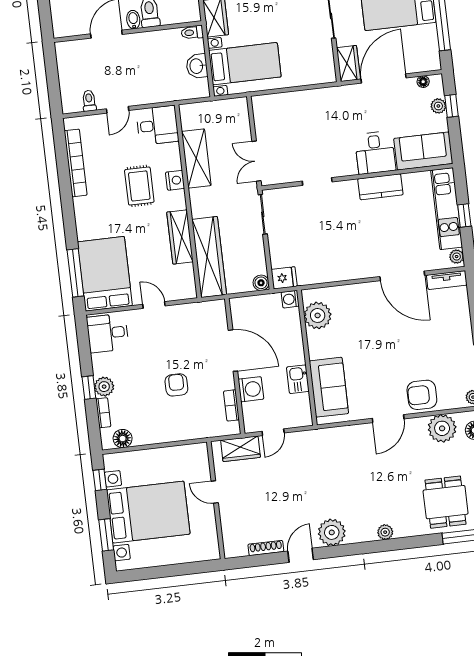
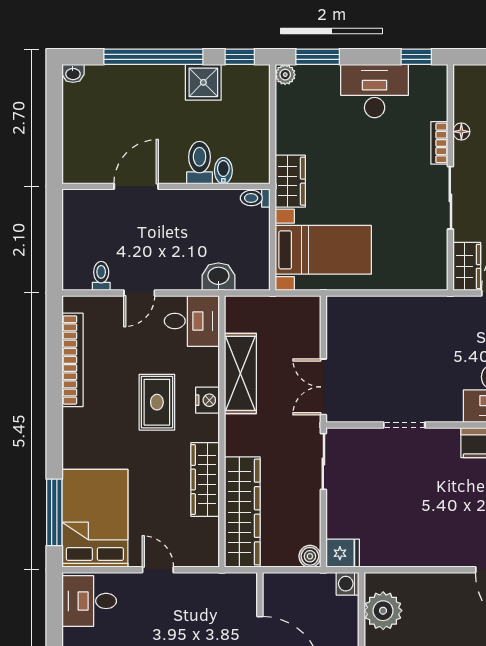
bidet: (133, 20) -> (223, 171), moved
washbasin: (197, 66) -> (218, 277), moved, turned 90

